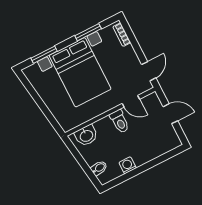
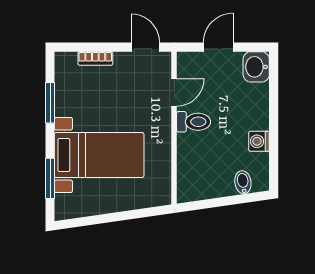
bookcase: (122, 35) -> (95, 58), moved
bed with nightstands: (80, 72) -> (99, 155), width x0.73
washbasin: (86, 136) -> (256, 67), moved, turned 180

